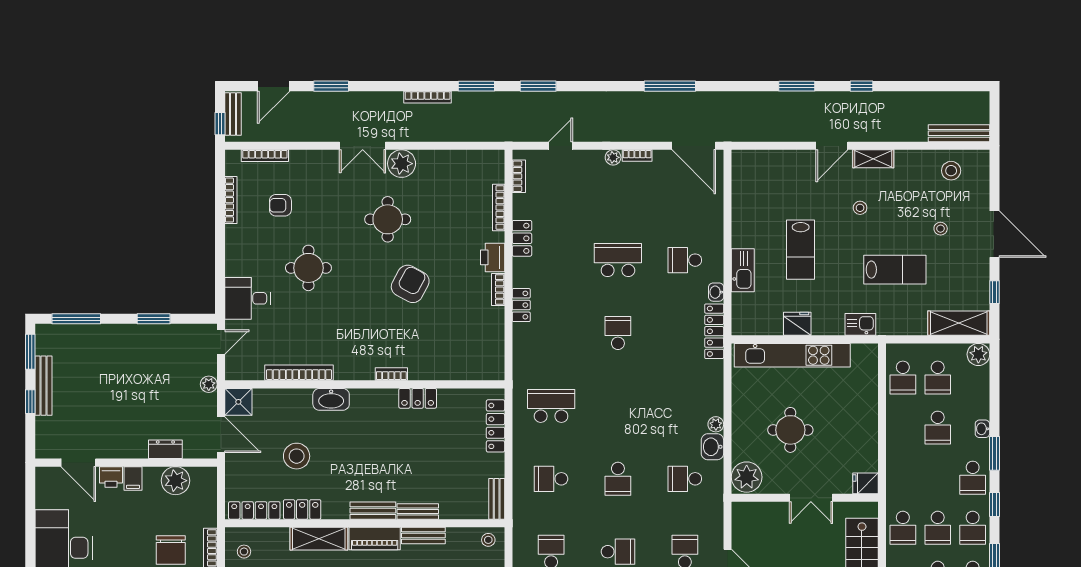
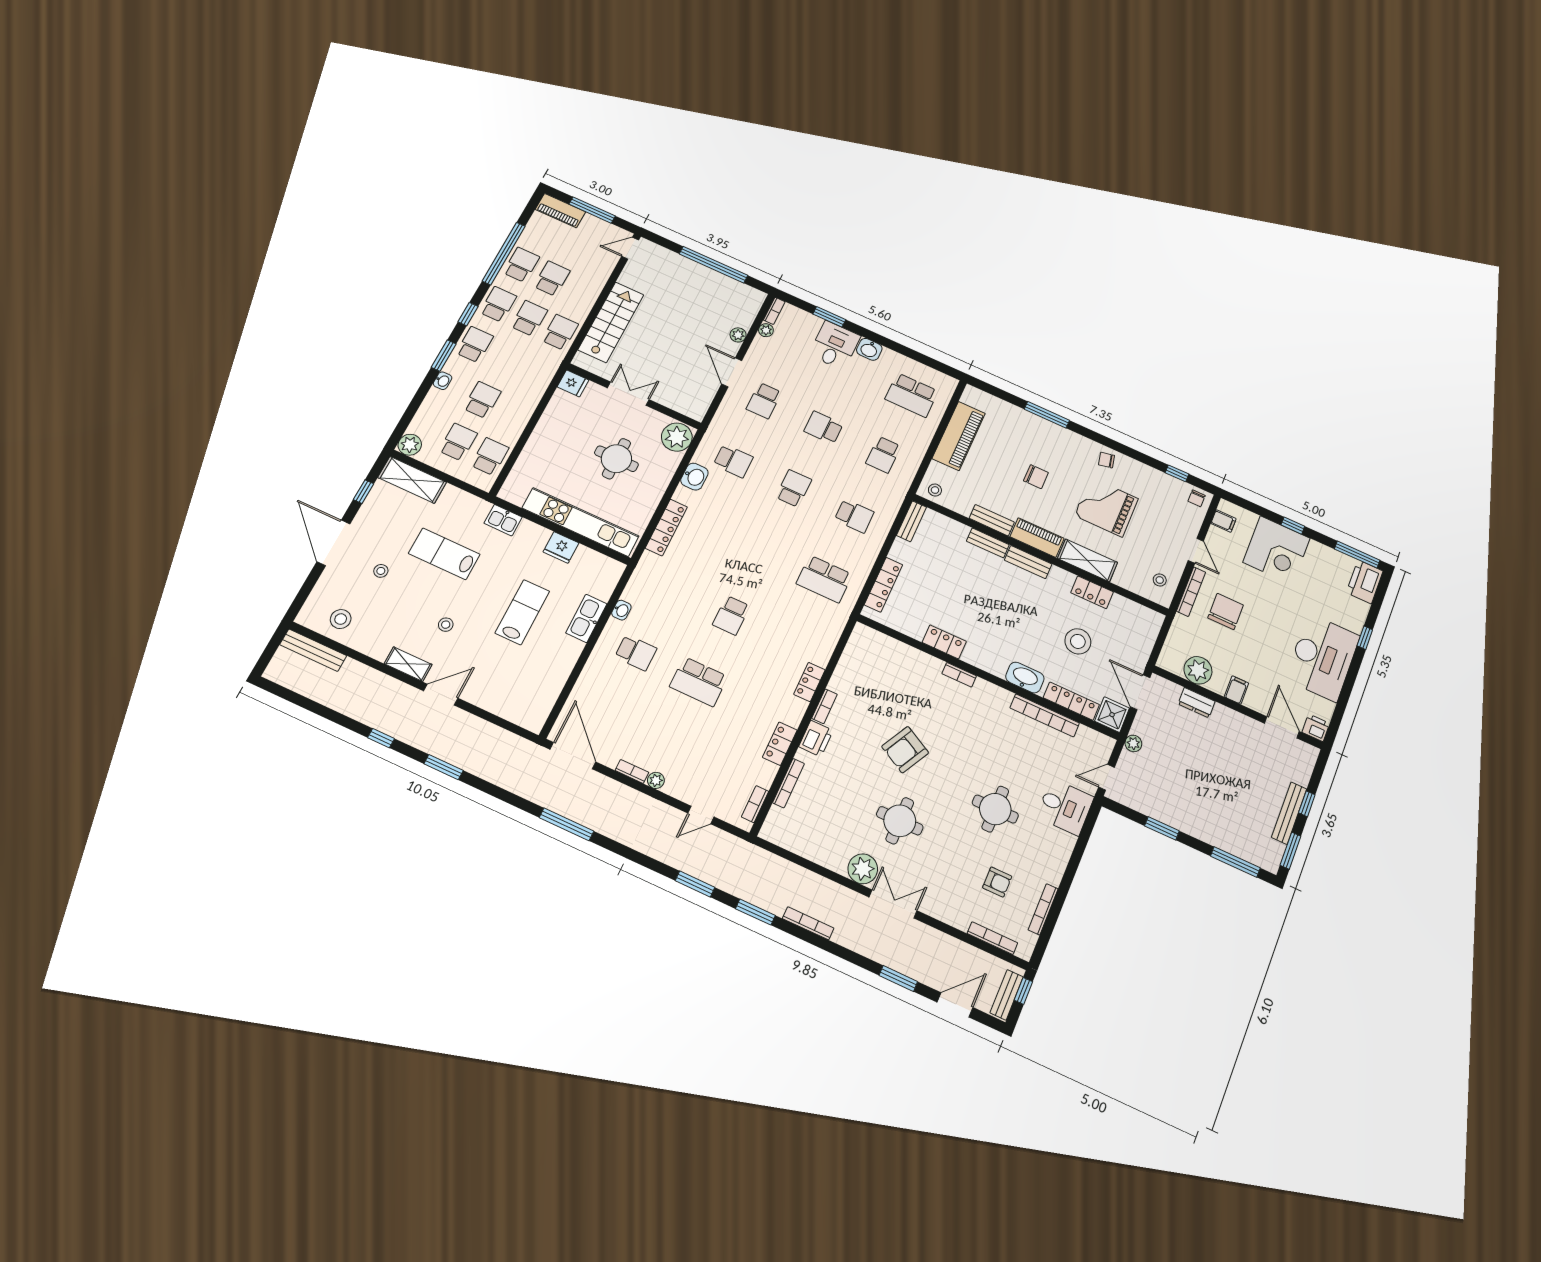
locker: (714, 331) -> (666, 527), moved
plant: (716, 424) -> (682, 494), removed
printer: (111, 477) -> (1316, 728), moved
locker: (254, 510) -> (1071, 701), moved, turned 180

